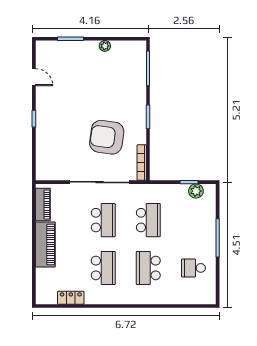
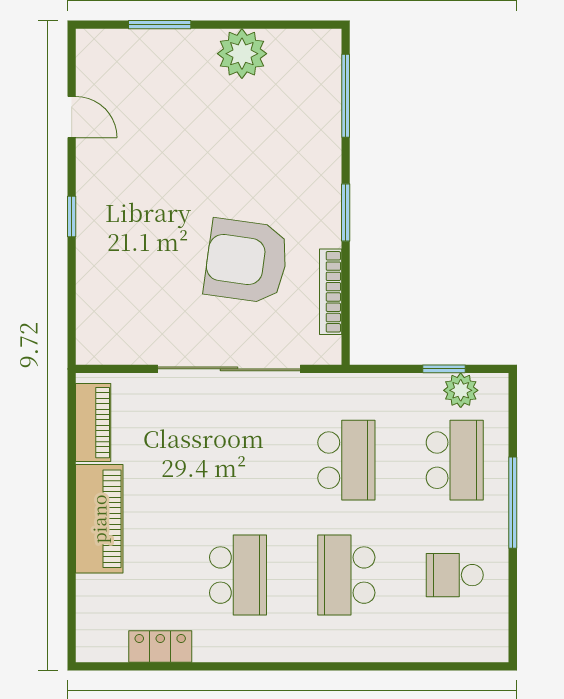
plant: (105, 46) -> (242, 54), width x1.88, depth x1.88
bookcase: (142, 163) -> (331, 292), moved
school desk: (103, 220) -> (455, 460), moved

